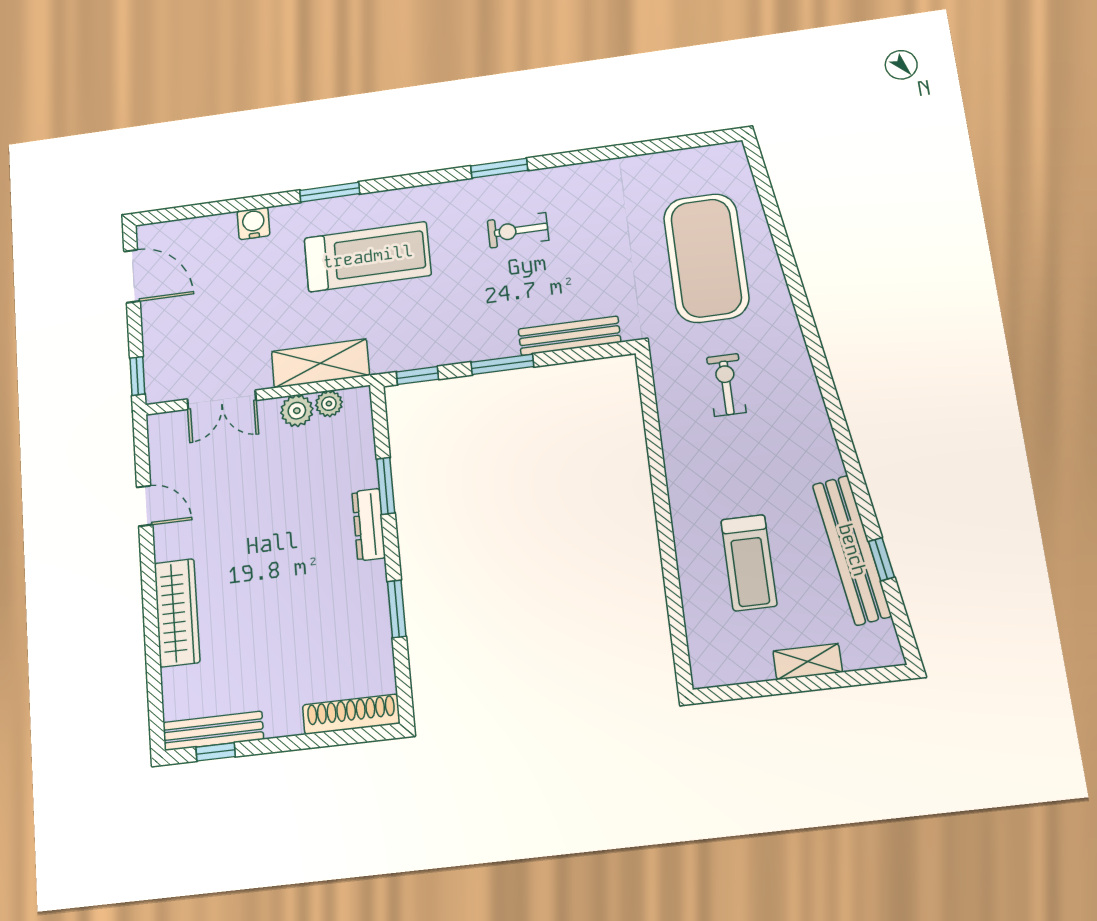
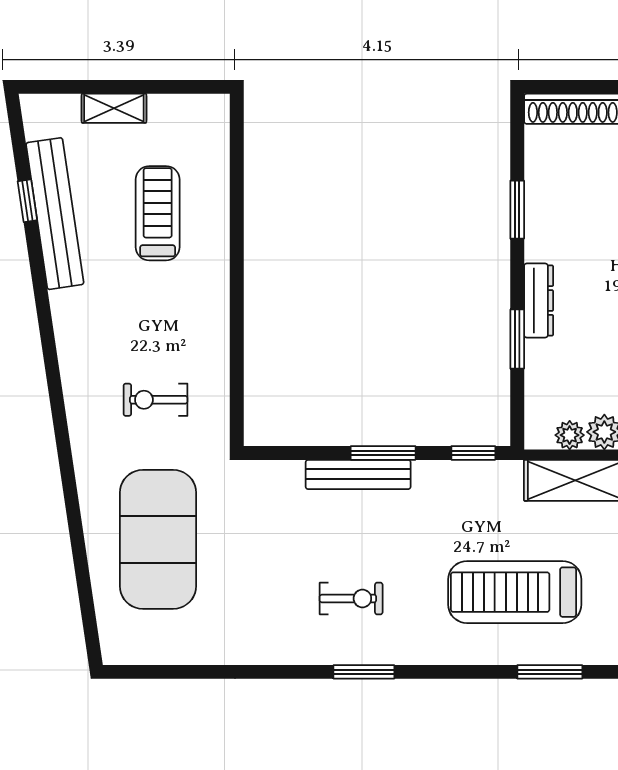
bench: (569, 336) -> (358, 474), moved
exercise bike: (726, 385) -> (155, 400), turned 90

